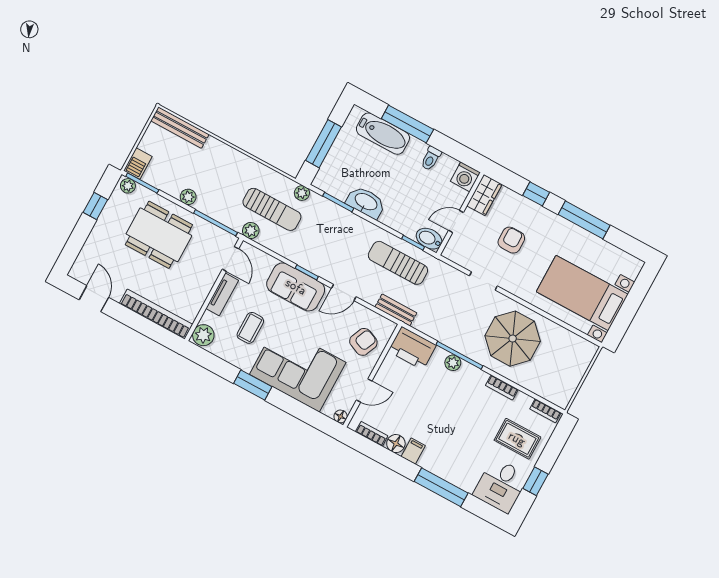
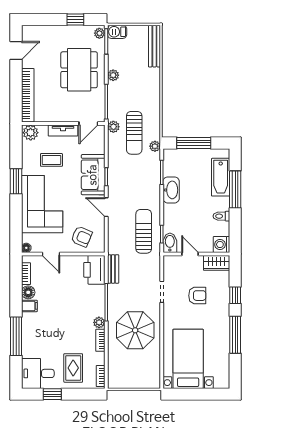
bench: (396, 310) -> (113, 269), moved
plant: (453, 363) -> (99, 322), moved

